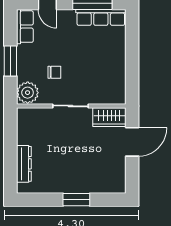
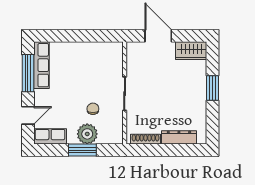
plant: (28, 93) -> (87, 134), moved
wardrobe: (109, 117) -> (191, 51), moved, turned 90
shoe rack: (22, 128) -> (146, 139), added

